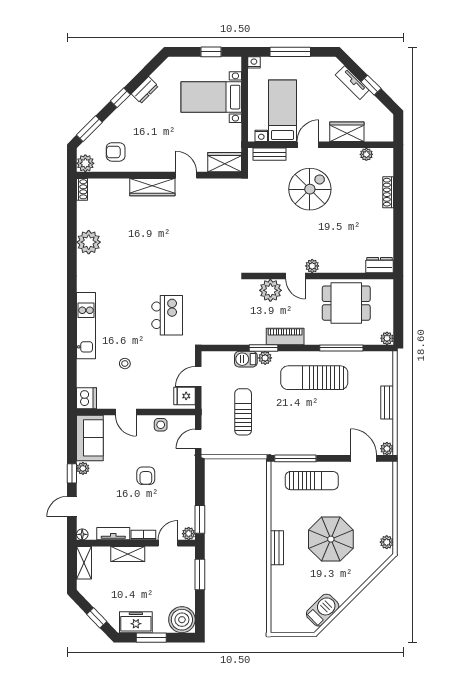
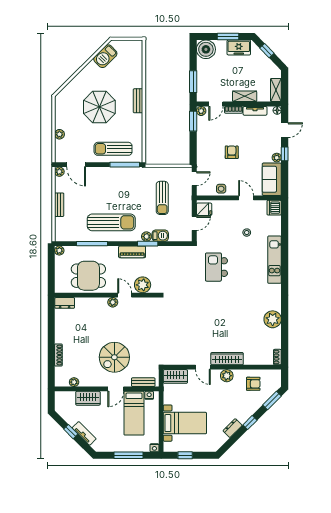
plant: (85, 163) -> (227, 376), moved
plant: (387, 542) -> (59, 134), moved

